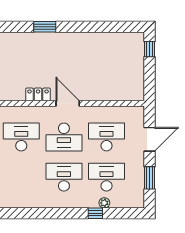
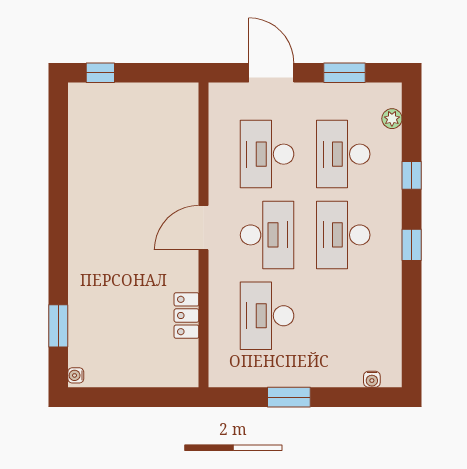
window: (45, 27) -> (58, 326), moved
locker: (38, 94) -> (186, 316), moved
plant: (104, 203) -> (392, 119), moved
window: (59, 213) -> (412, 245), added

